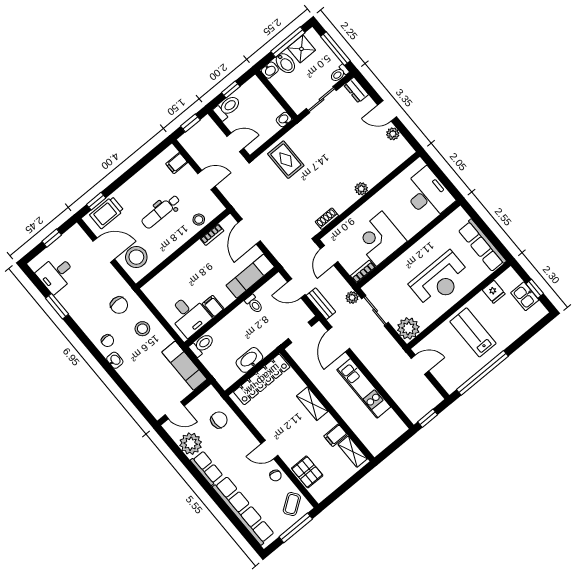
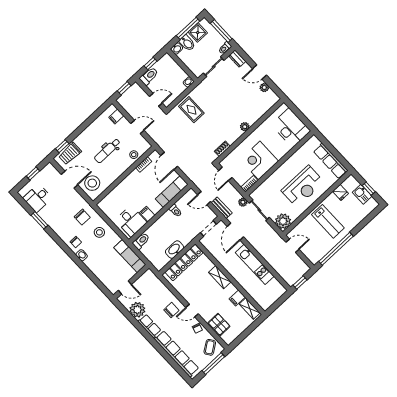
lab bench: (473, 332) -> (328, 221), turned 180
chair: (219, 420) -> (171, 310), moved

